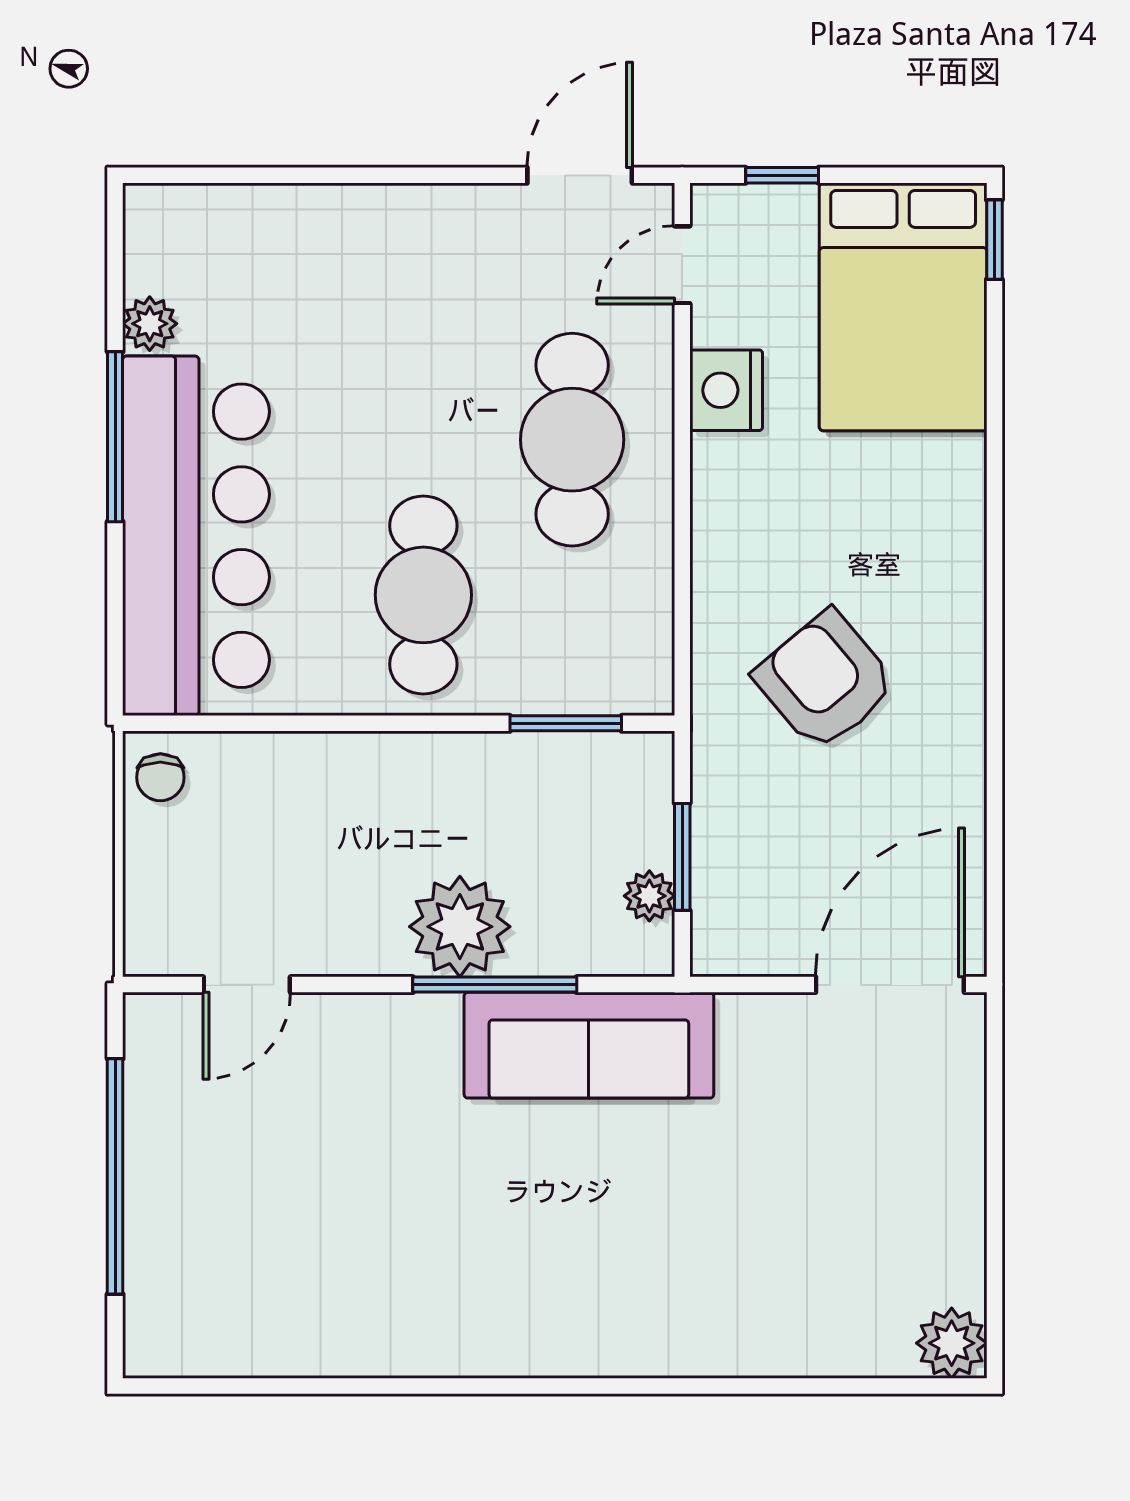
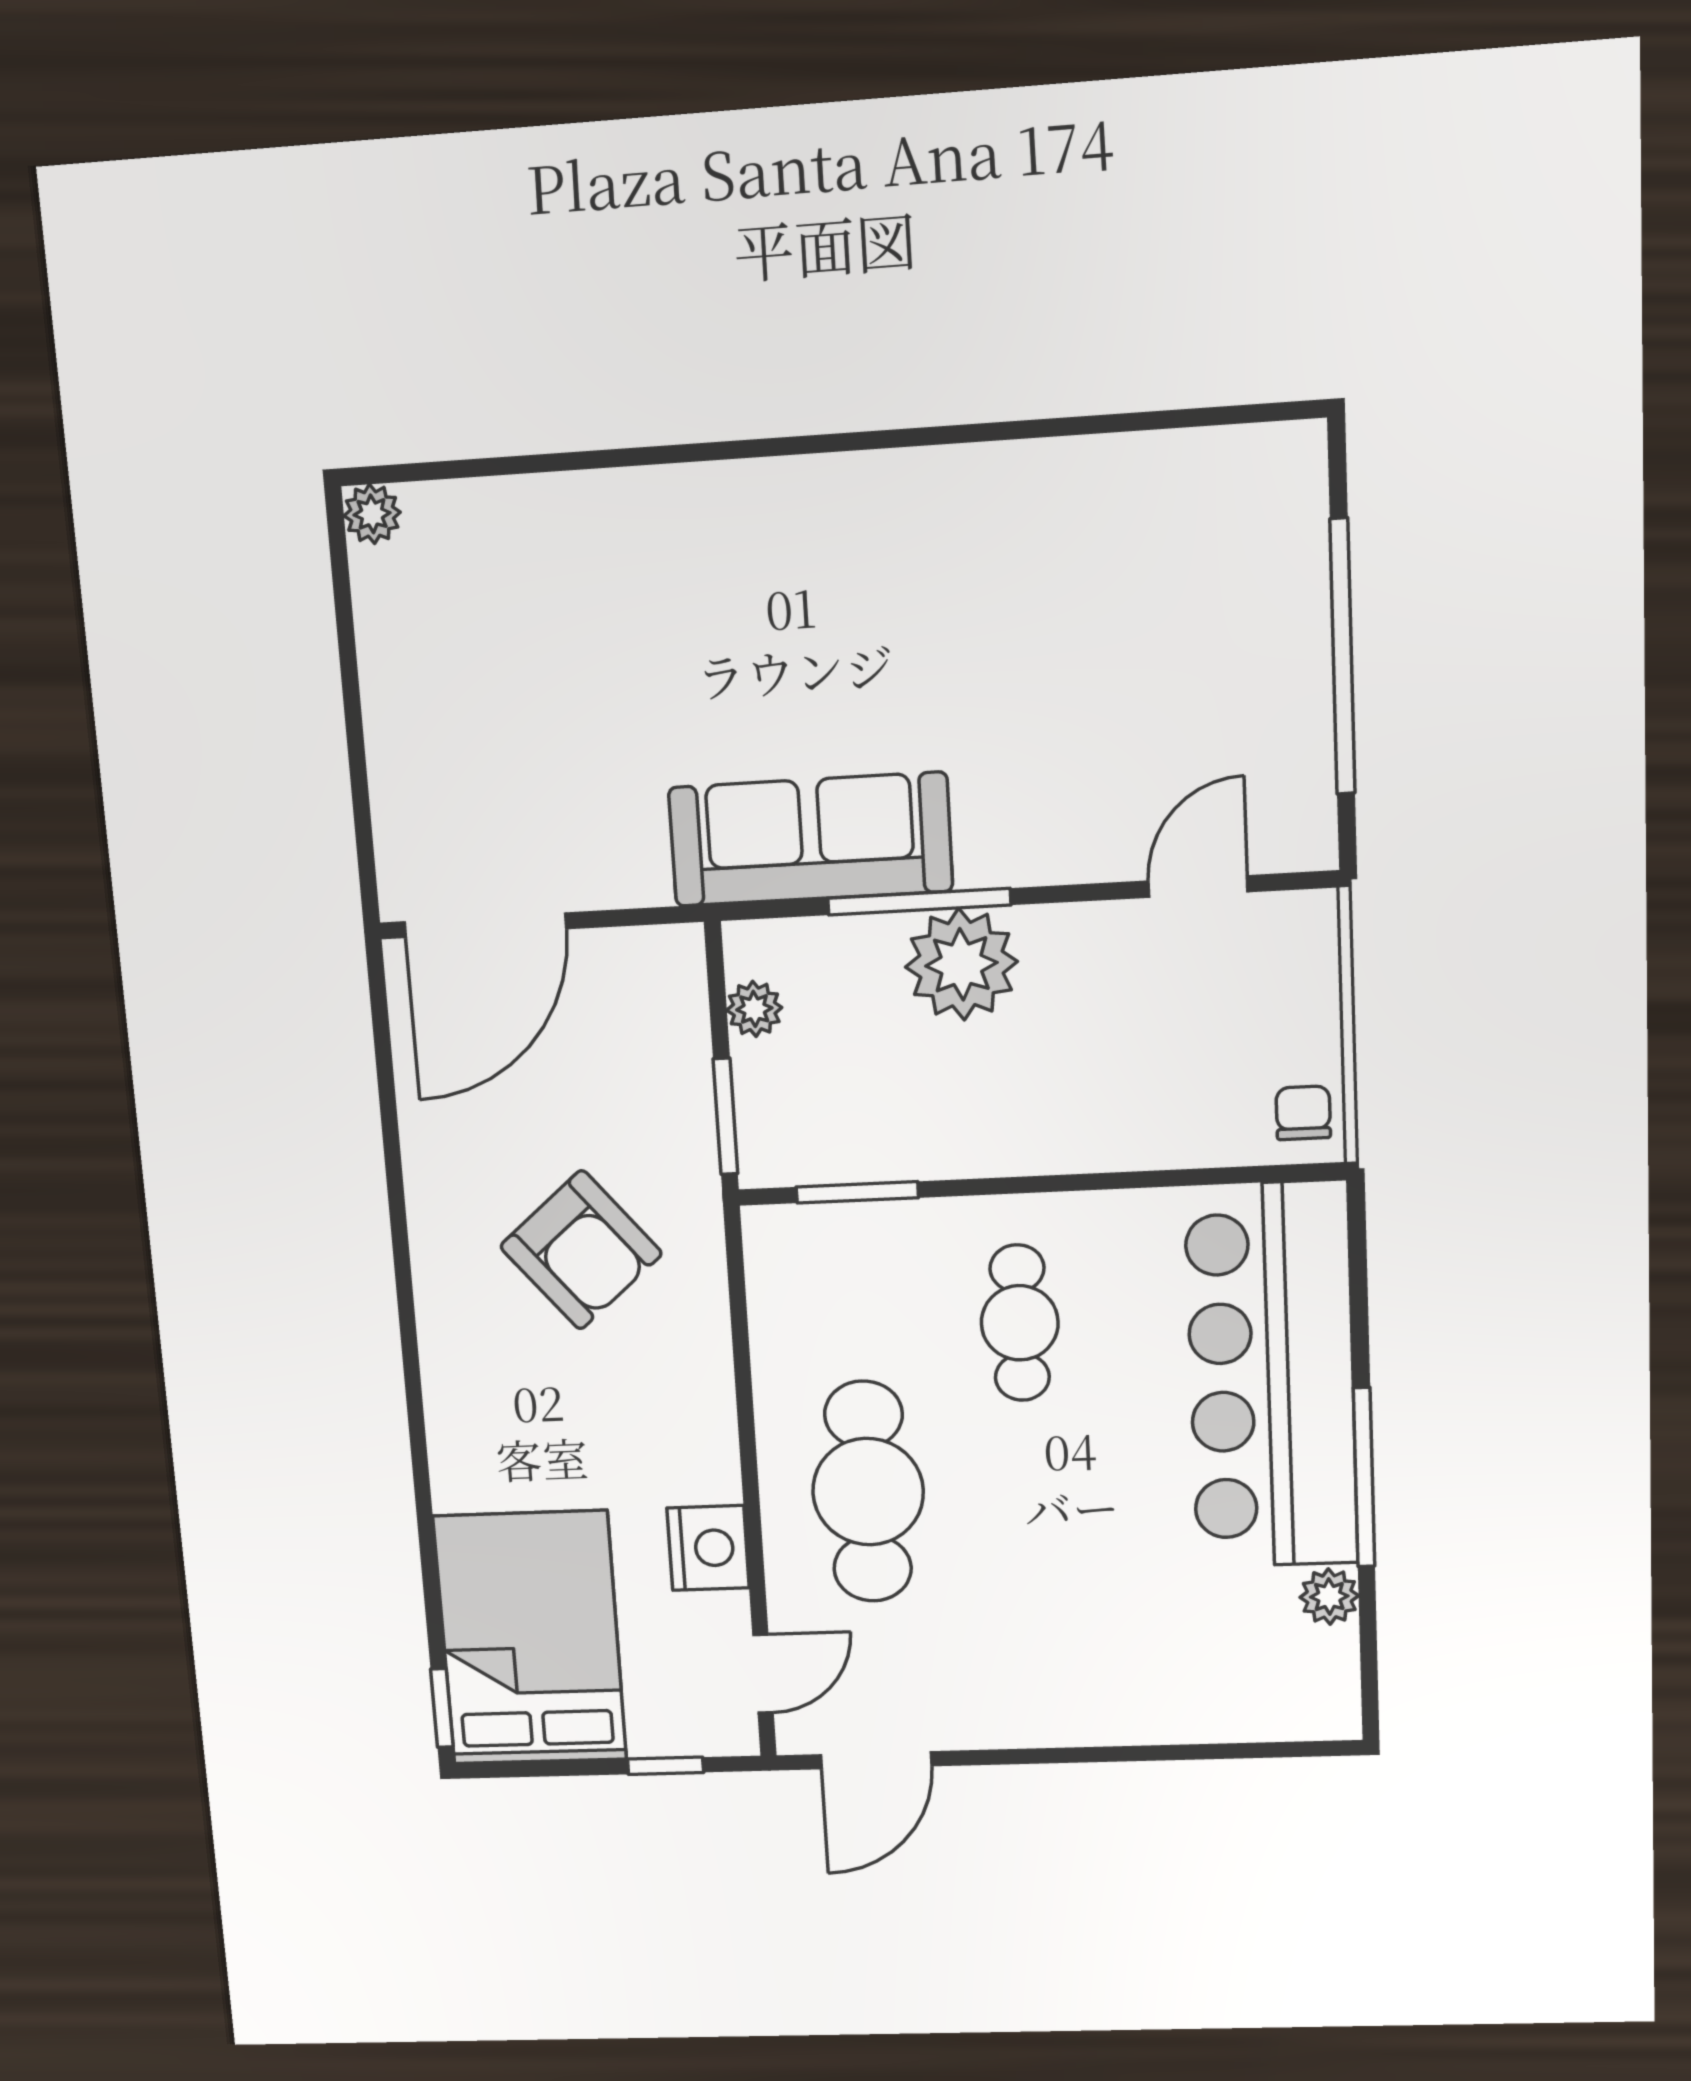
cafe table: (423, 595) -> (1020, 1323), width x0.73, depth x0.74
window: (682, 857) -> (725, 1116), moved
plant: (952, 1343) -> (372, 514), width x0.73, depth x0.73

